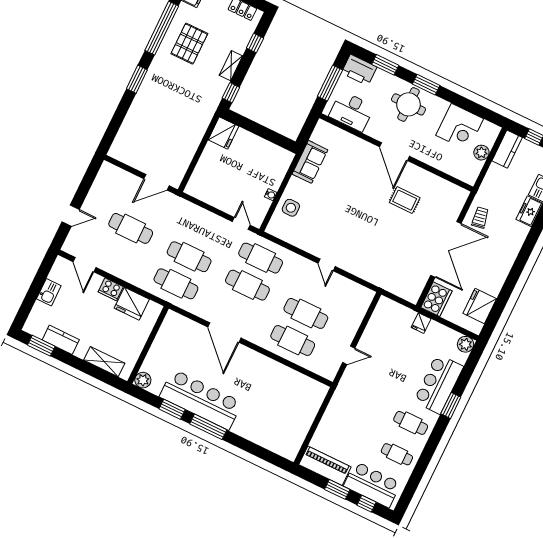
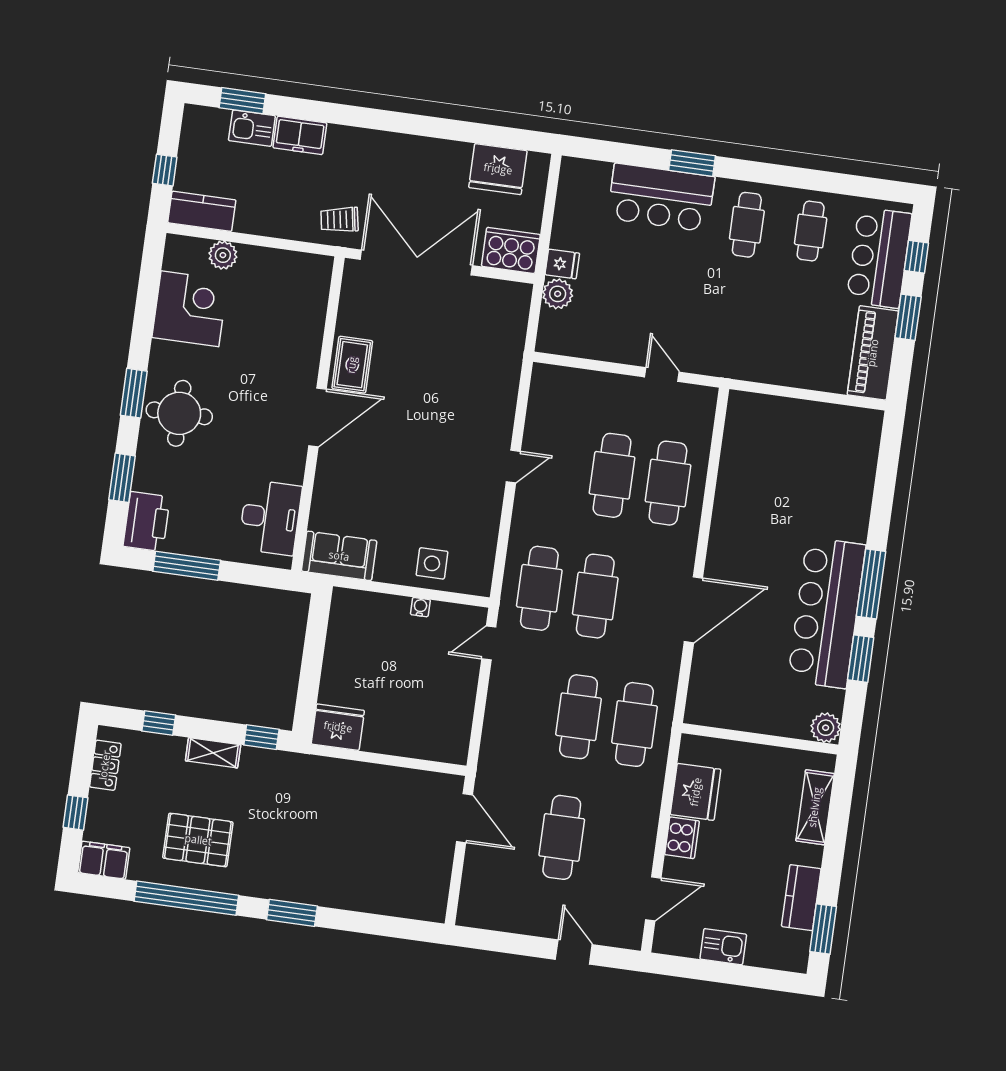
desk: (352, 111) -> (270, 518), moved
door: (394, 152) -> (317, 417), moved
wall: (396, 152) -> (318, 414), moved
plant: (465, 344) -> (558, 294), moved

